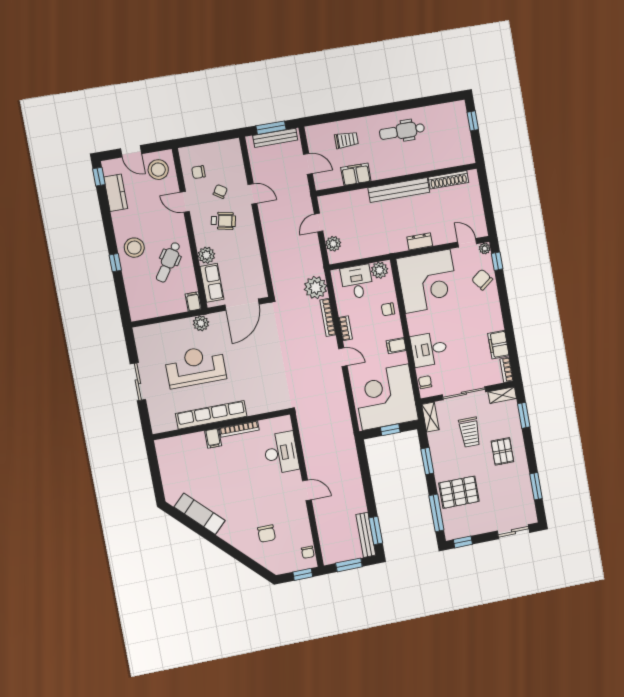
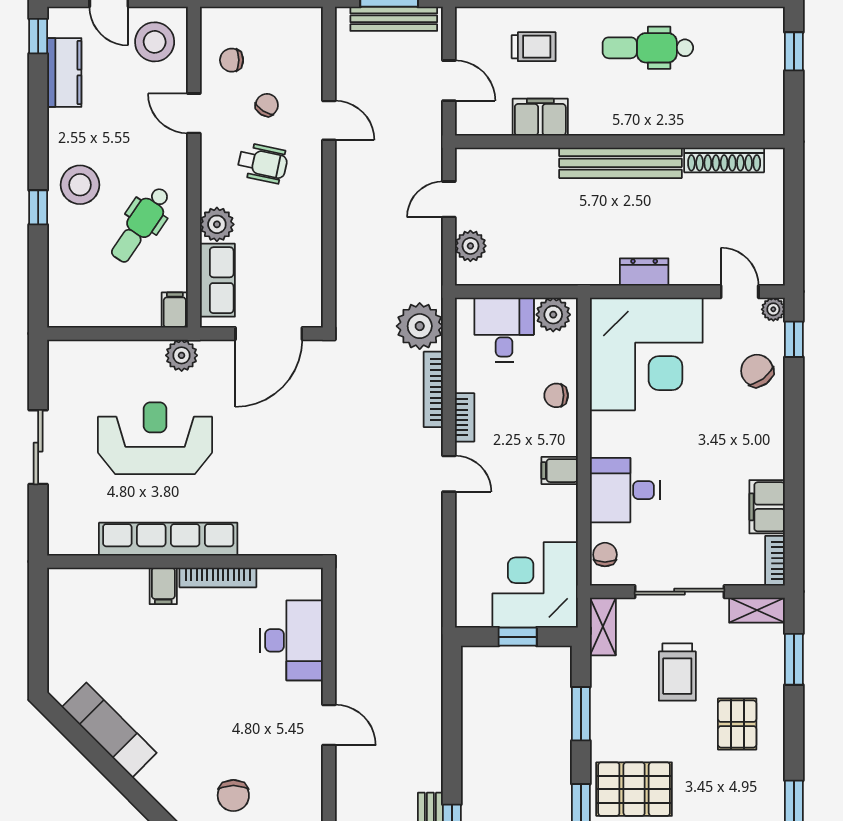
corner desk: (386, 397) -> (535, 585), width x0.74, depth x0.74

